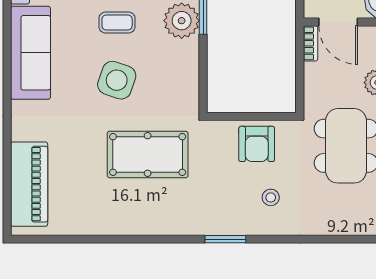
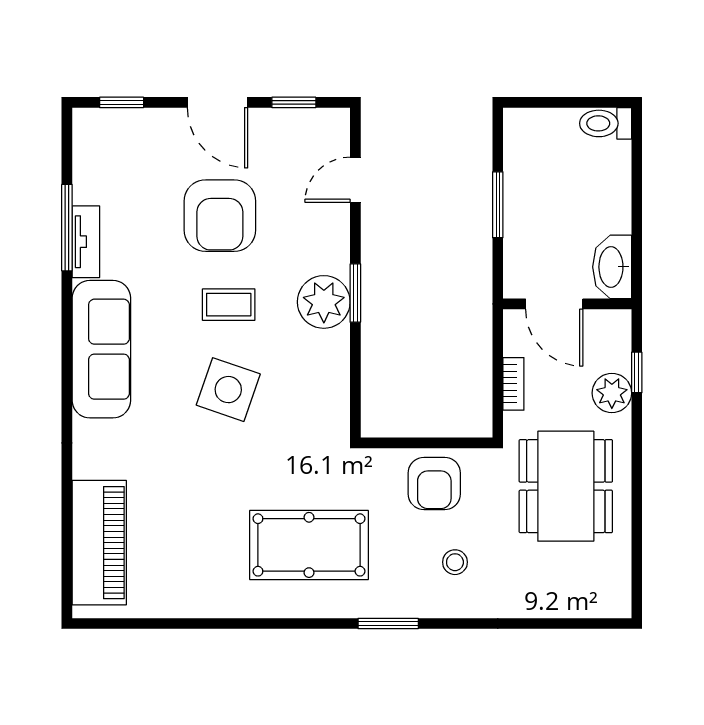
bookcase: (310, 43) -> (513, 384), moved
pool table: (148, 154) -> (309, 545), moved

